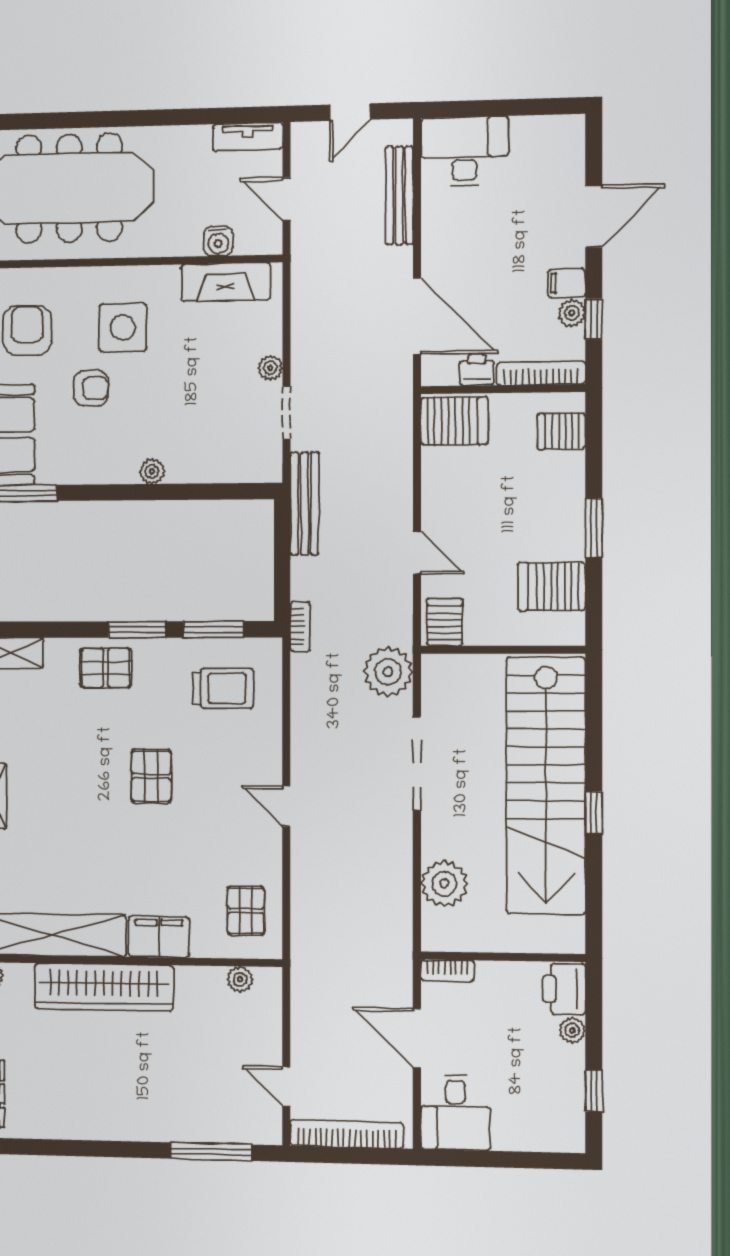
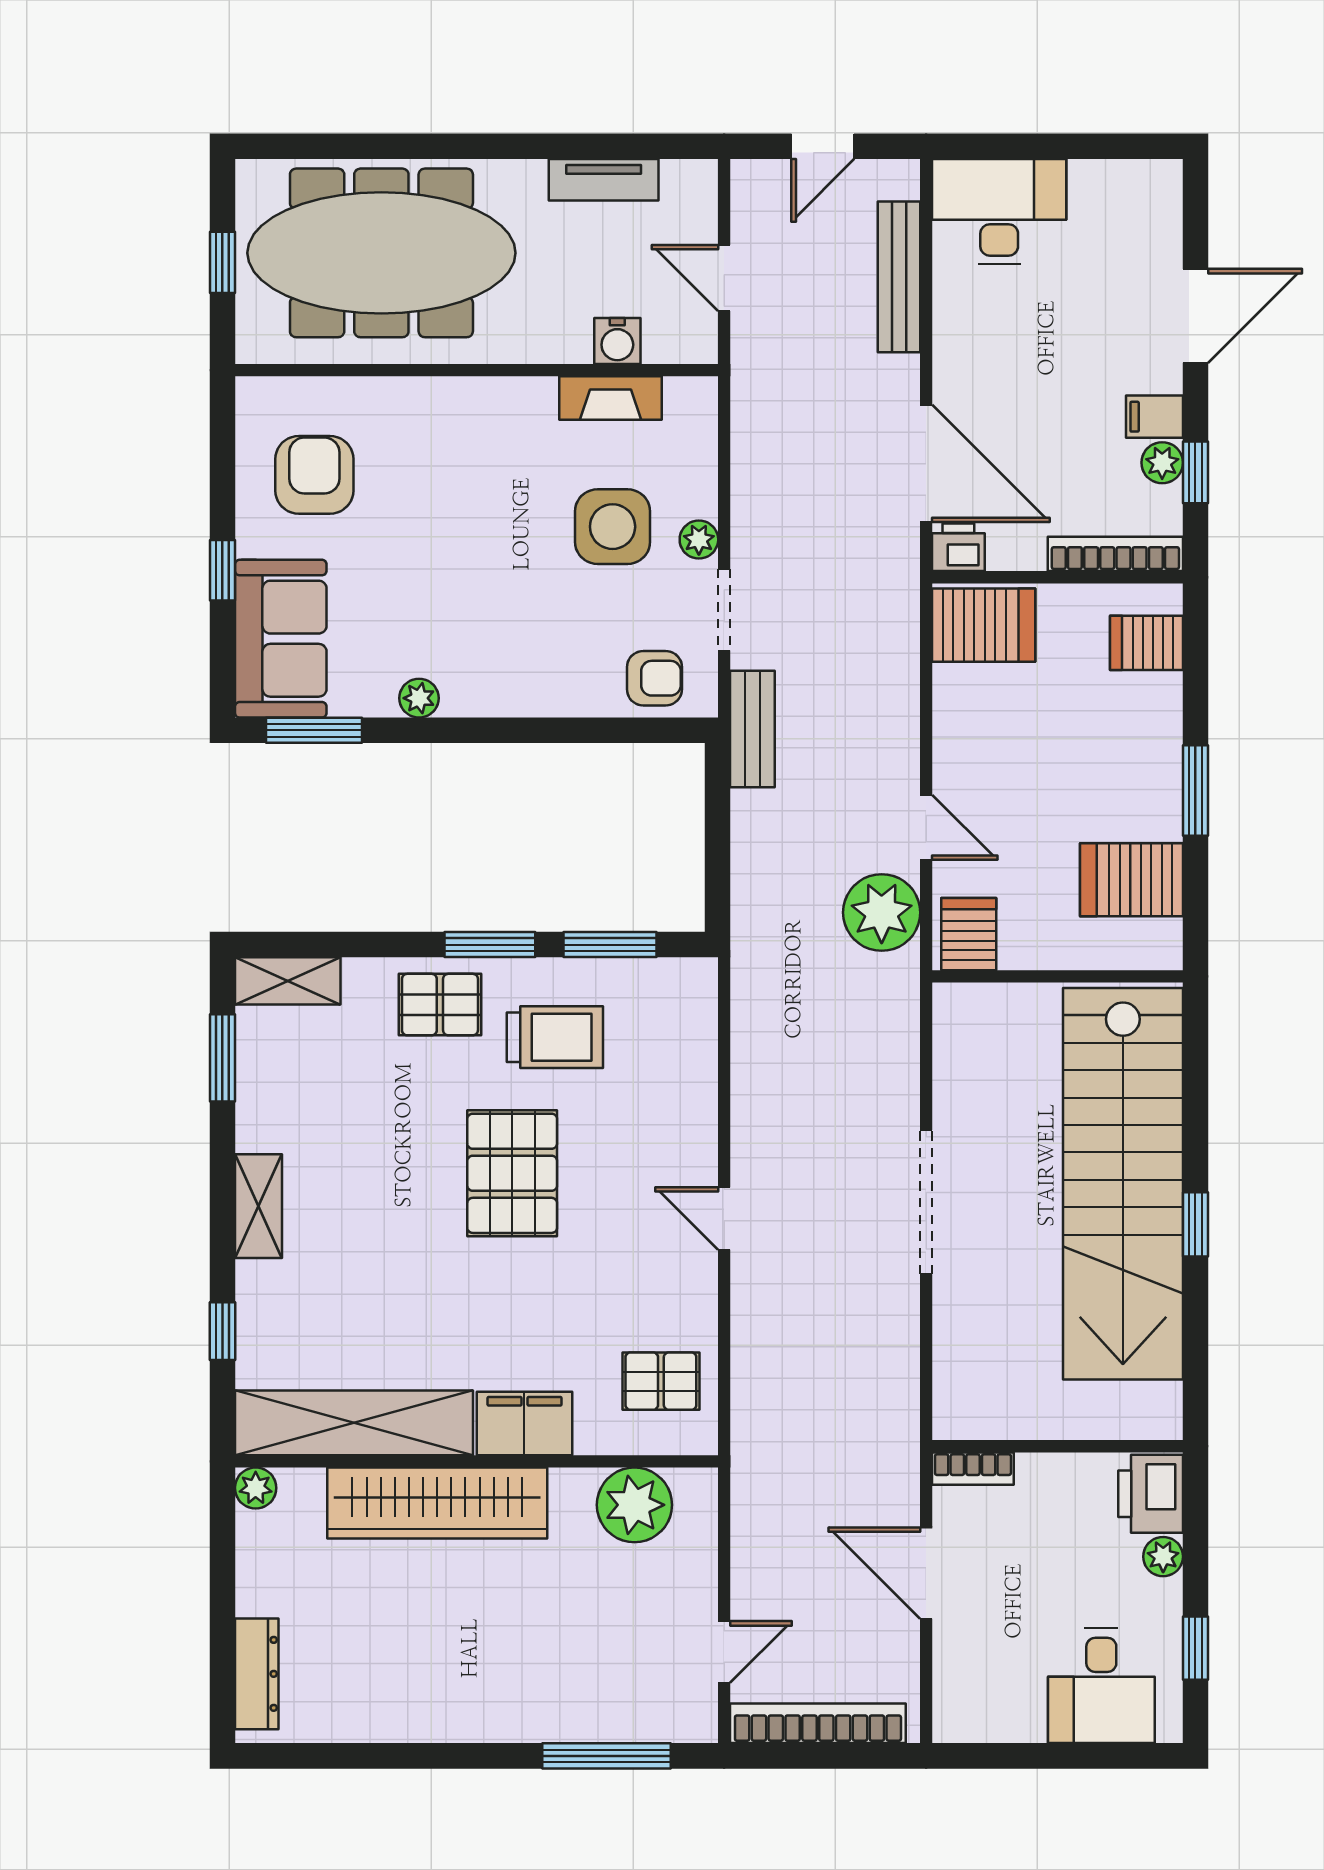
tv unit: (248, 137) -> (604, 180), moved
fireplace: (226, 282) -> (610, 398), width x0.73, depth x0.76
side table: (123, 327) -> (613, 527), moved
printer: (477, 370) -> (958, 547), moved
armchair: (91, 388) -> (654, 678), moved
plant: (152, 471) -> (419, 698), moved
bench: (305, 504) -> (752, 729), width x0.73
bookcase: (300, 627) -> (746, 940), removed
plant: (388, 672) -> (882, 913), moved
trolley: (223, 688) -> (555, 1037), moved
doorway: (417, 763) -> (926, 1202), moved
pallet: (151, 776) -> (512, 1173), width x1.50, depth x1.42
plant: (444, 884) -> (968, 1335), removed
pallet: (246, 911) -> (661, 1381), turned 90
plant: (240, 979) -> (634, 1505), width x1.88, depth x1.88
door: (286, 1086) -> (724, 1652), swing flipped
desk: (456, 1112) -> (1101, 1686), moved

